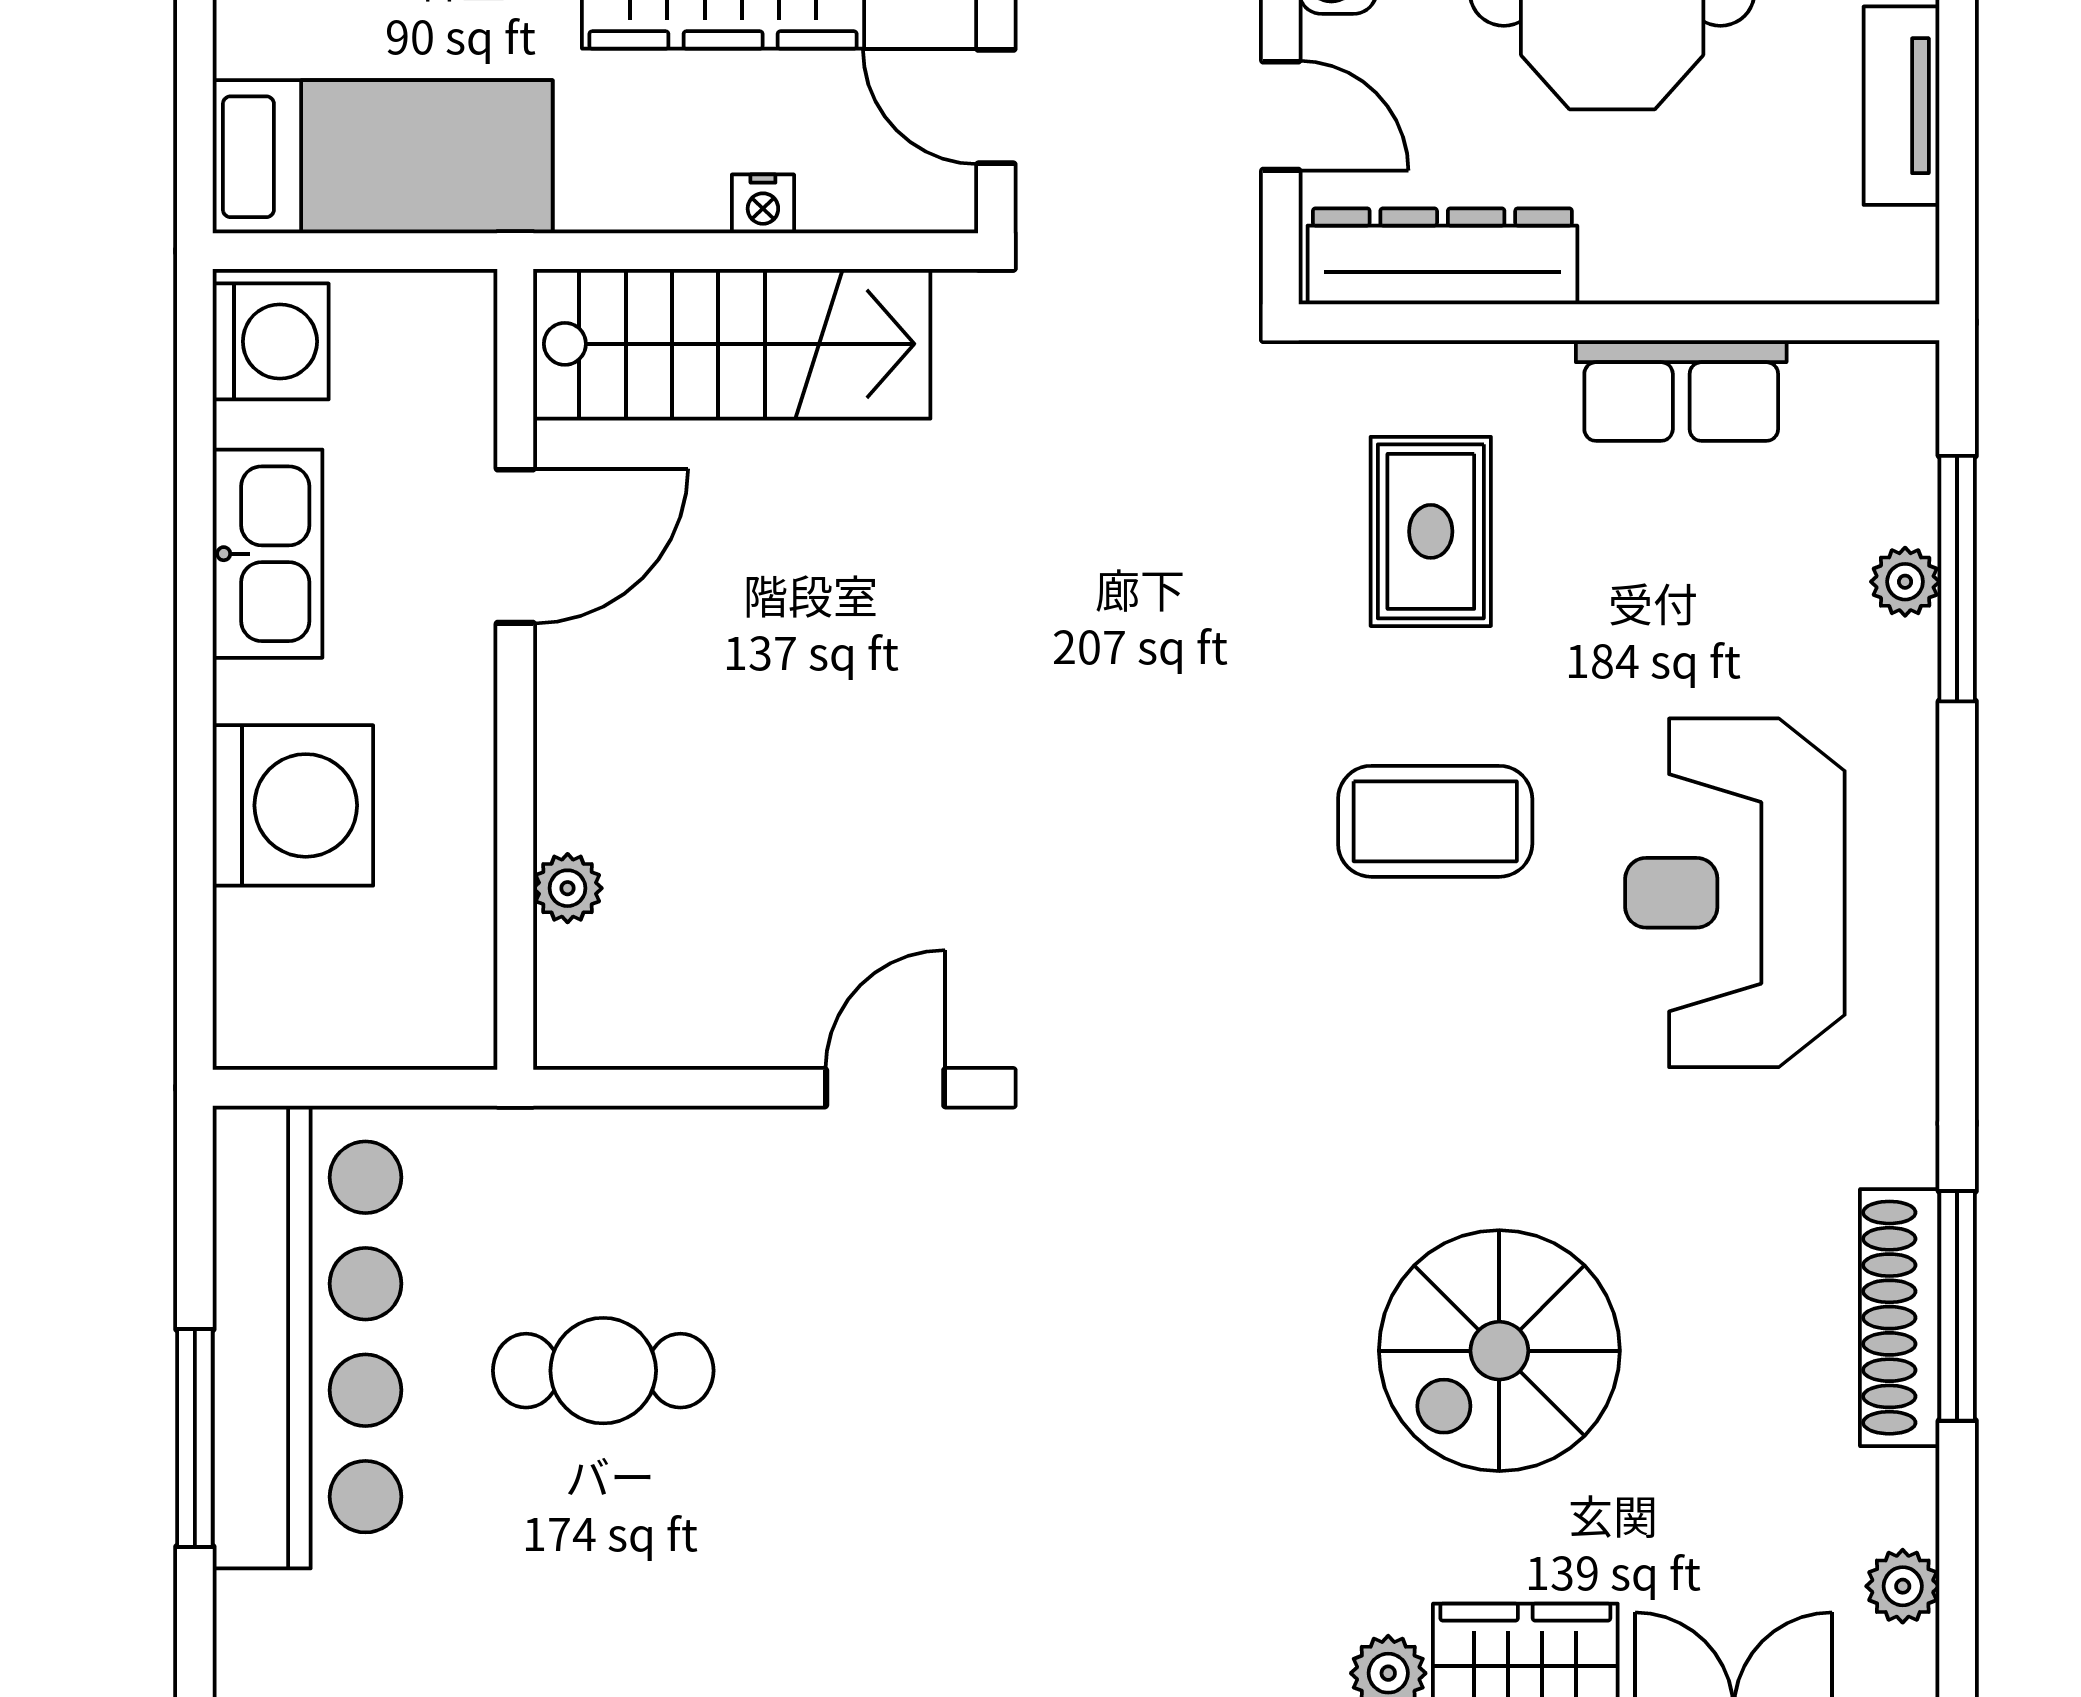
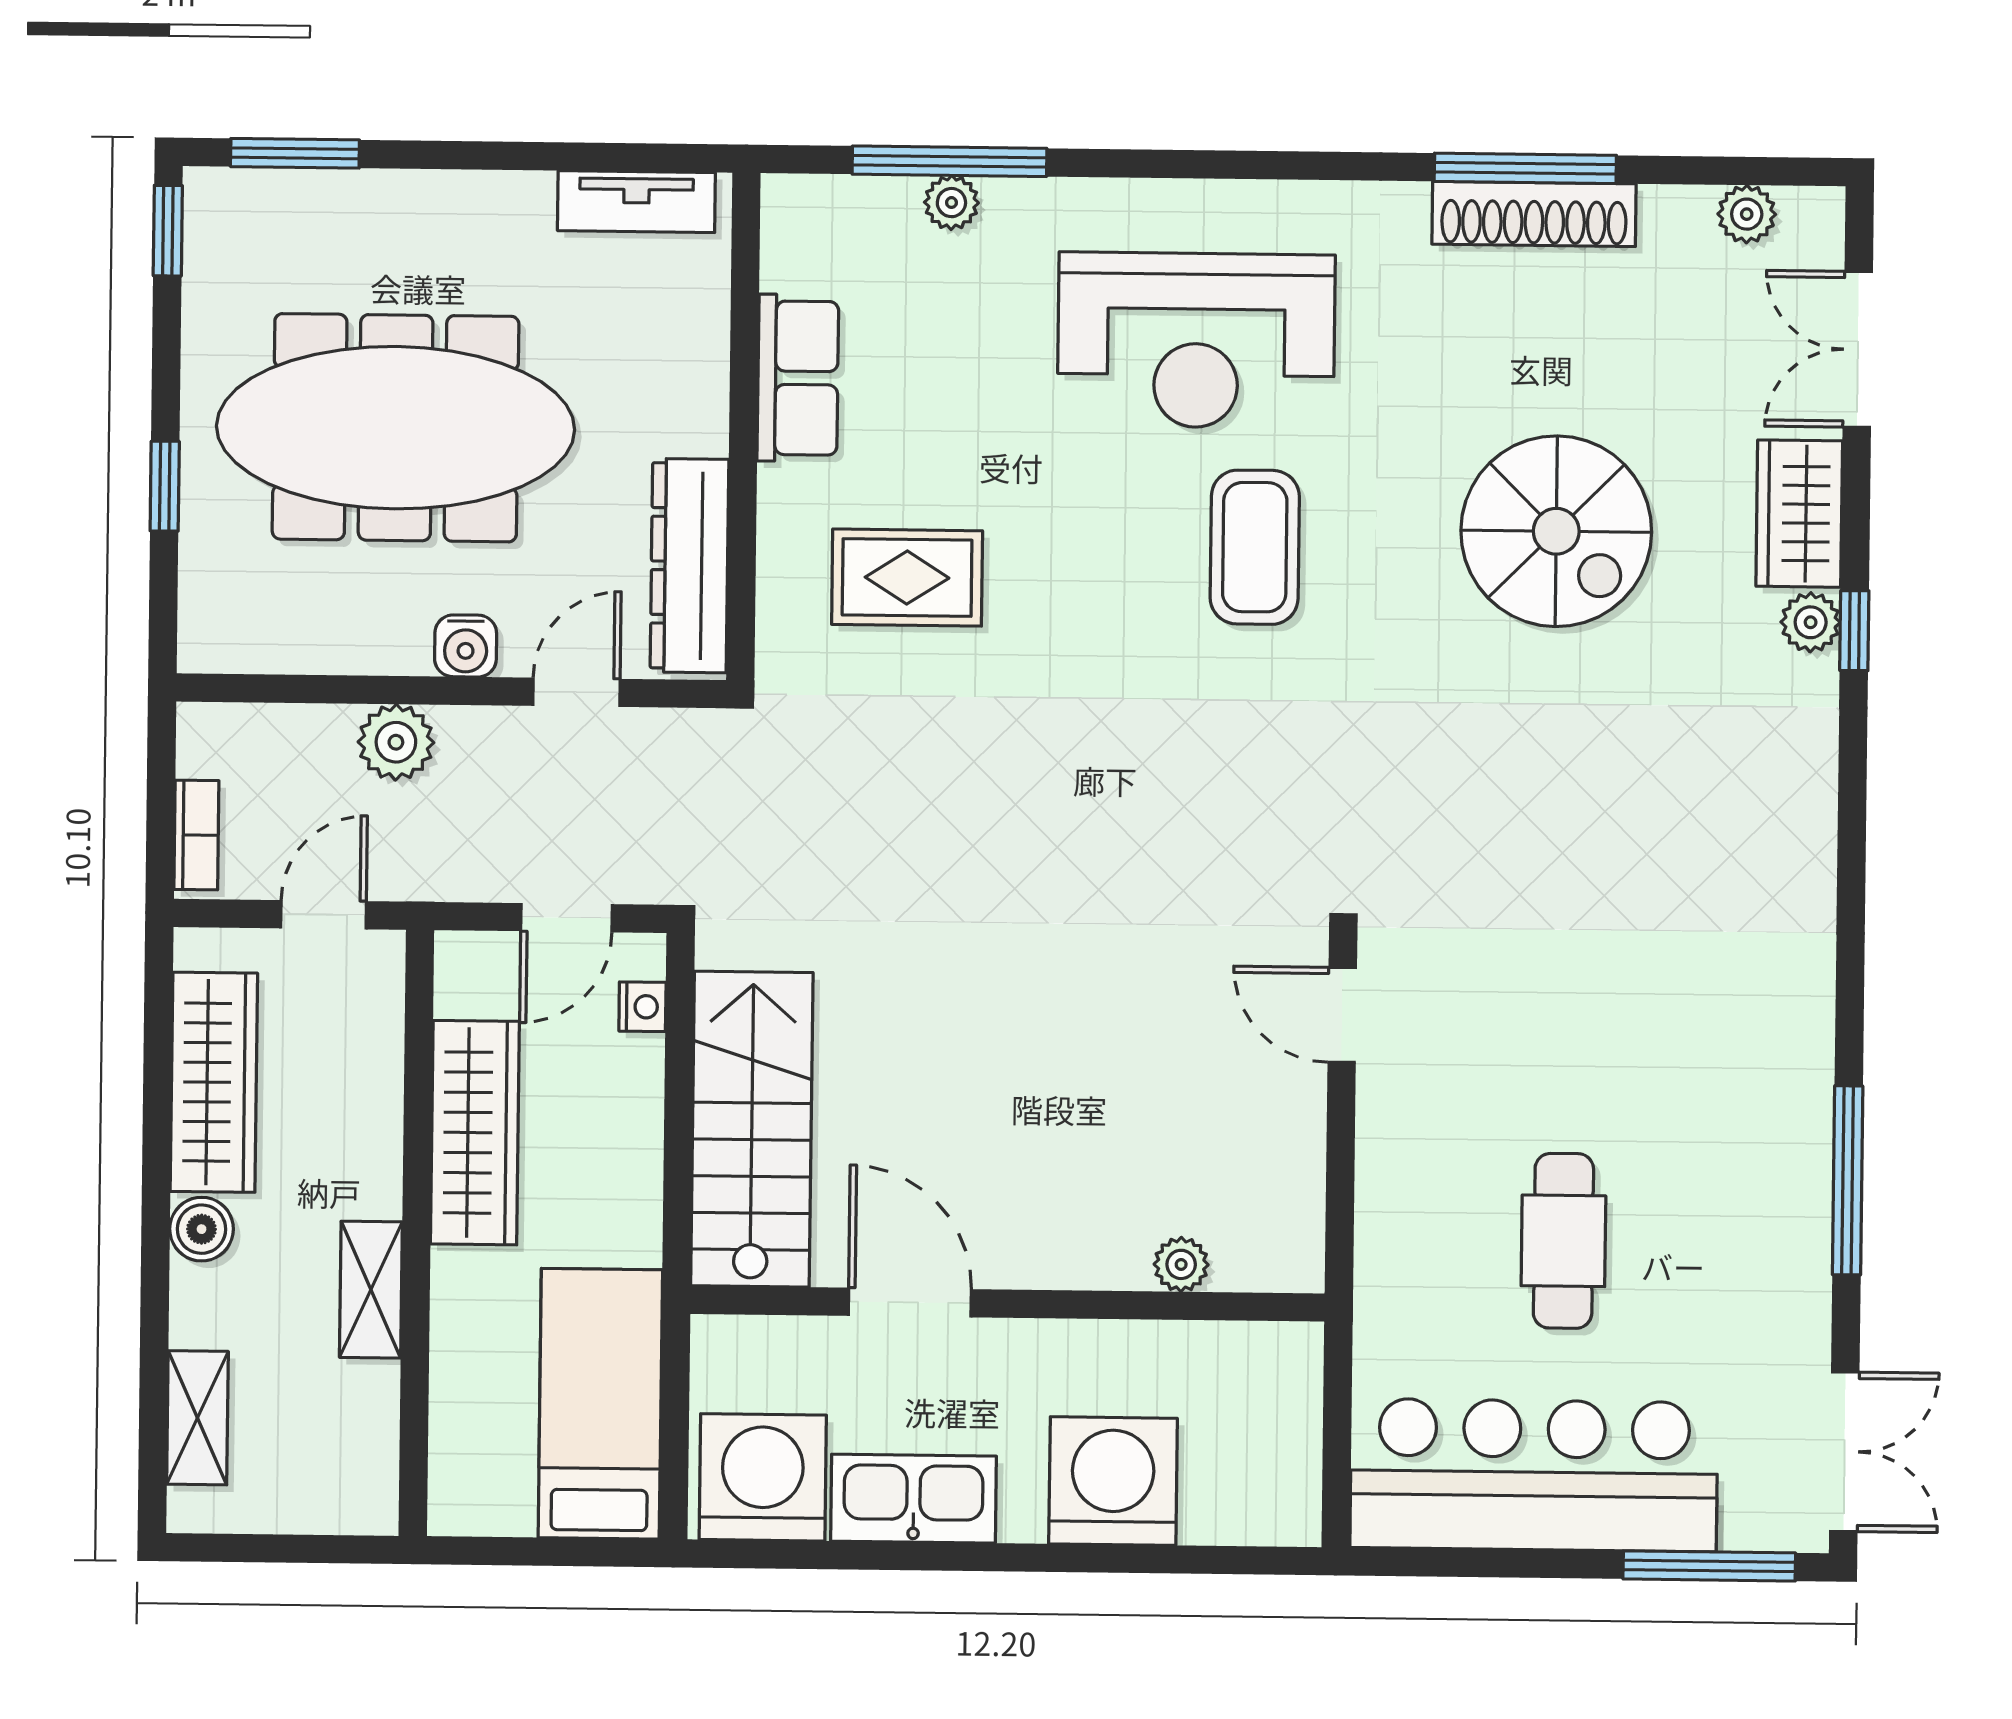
tv unit: (1901, 106) -> (636, 202), moved
nightstand: (763, 204) -> (642, 1007), moved
washing machine: (271, 341) -> (763, 1477), width x1.37, depth x1.37
coffee table: (1435, 821) -> (1255, 547), moved
window: (195, 1438) -> (1709, 1566), moved

